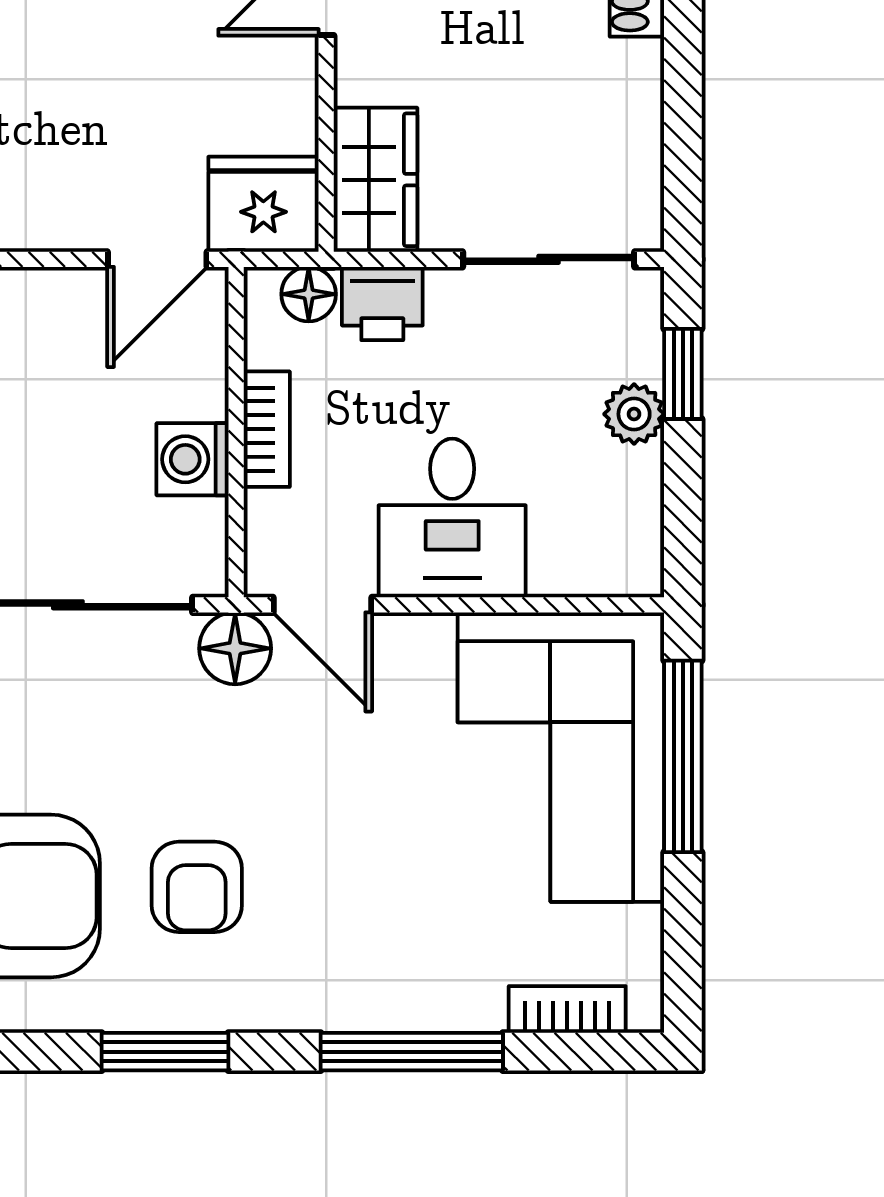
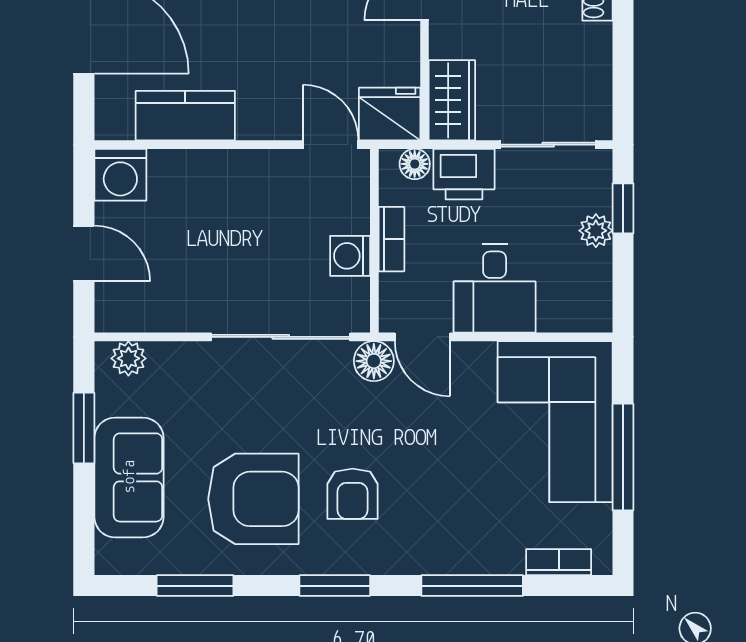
door: (157, 259) -> (331, 145), swing flipped
printer: (382, 304) -> (464, 174), width x1.36, depth x1.24
window: (683, 756) -> (623, 457), moved

